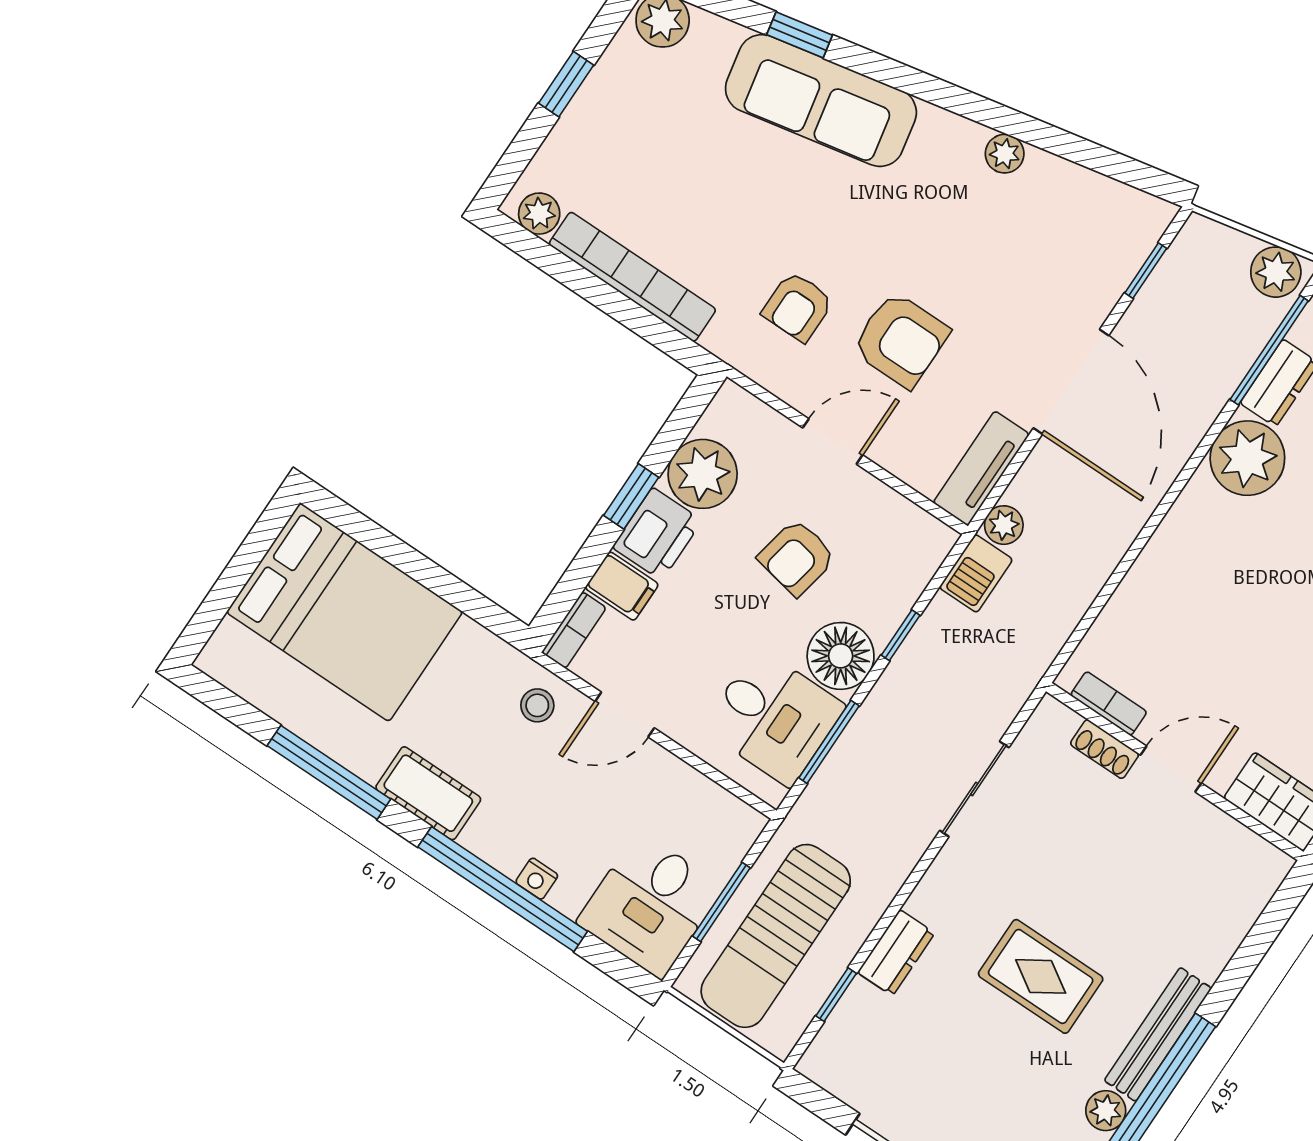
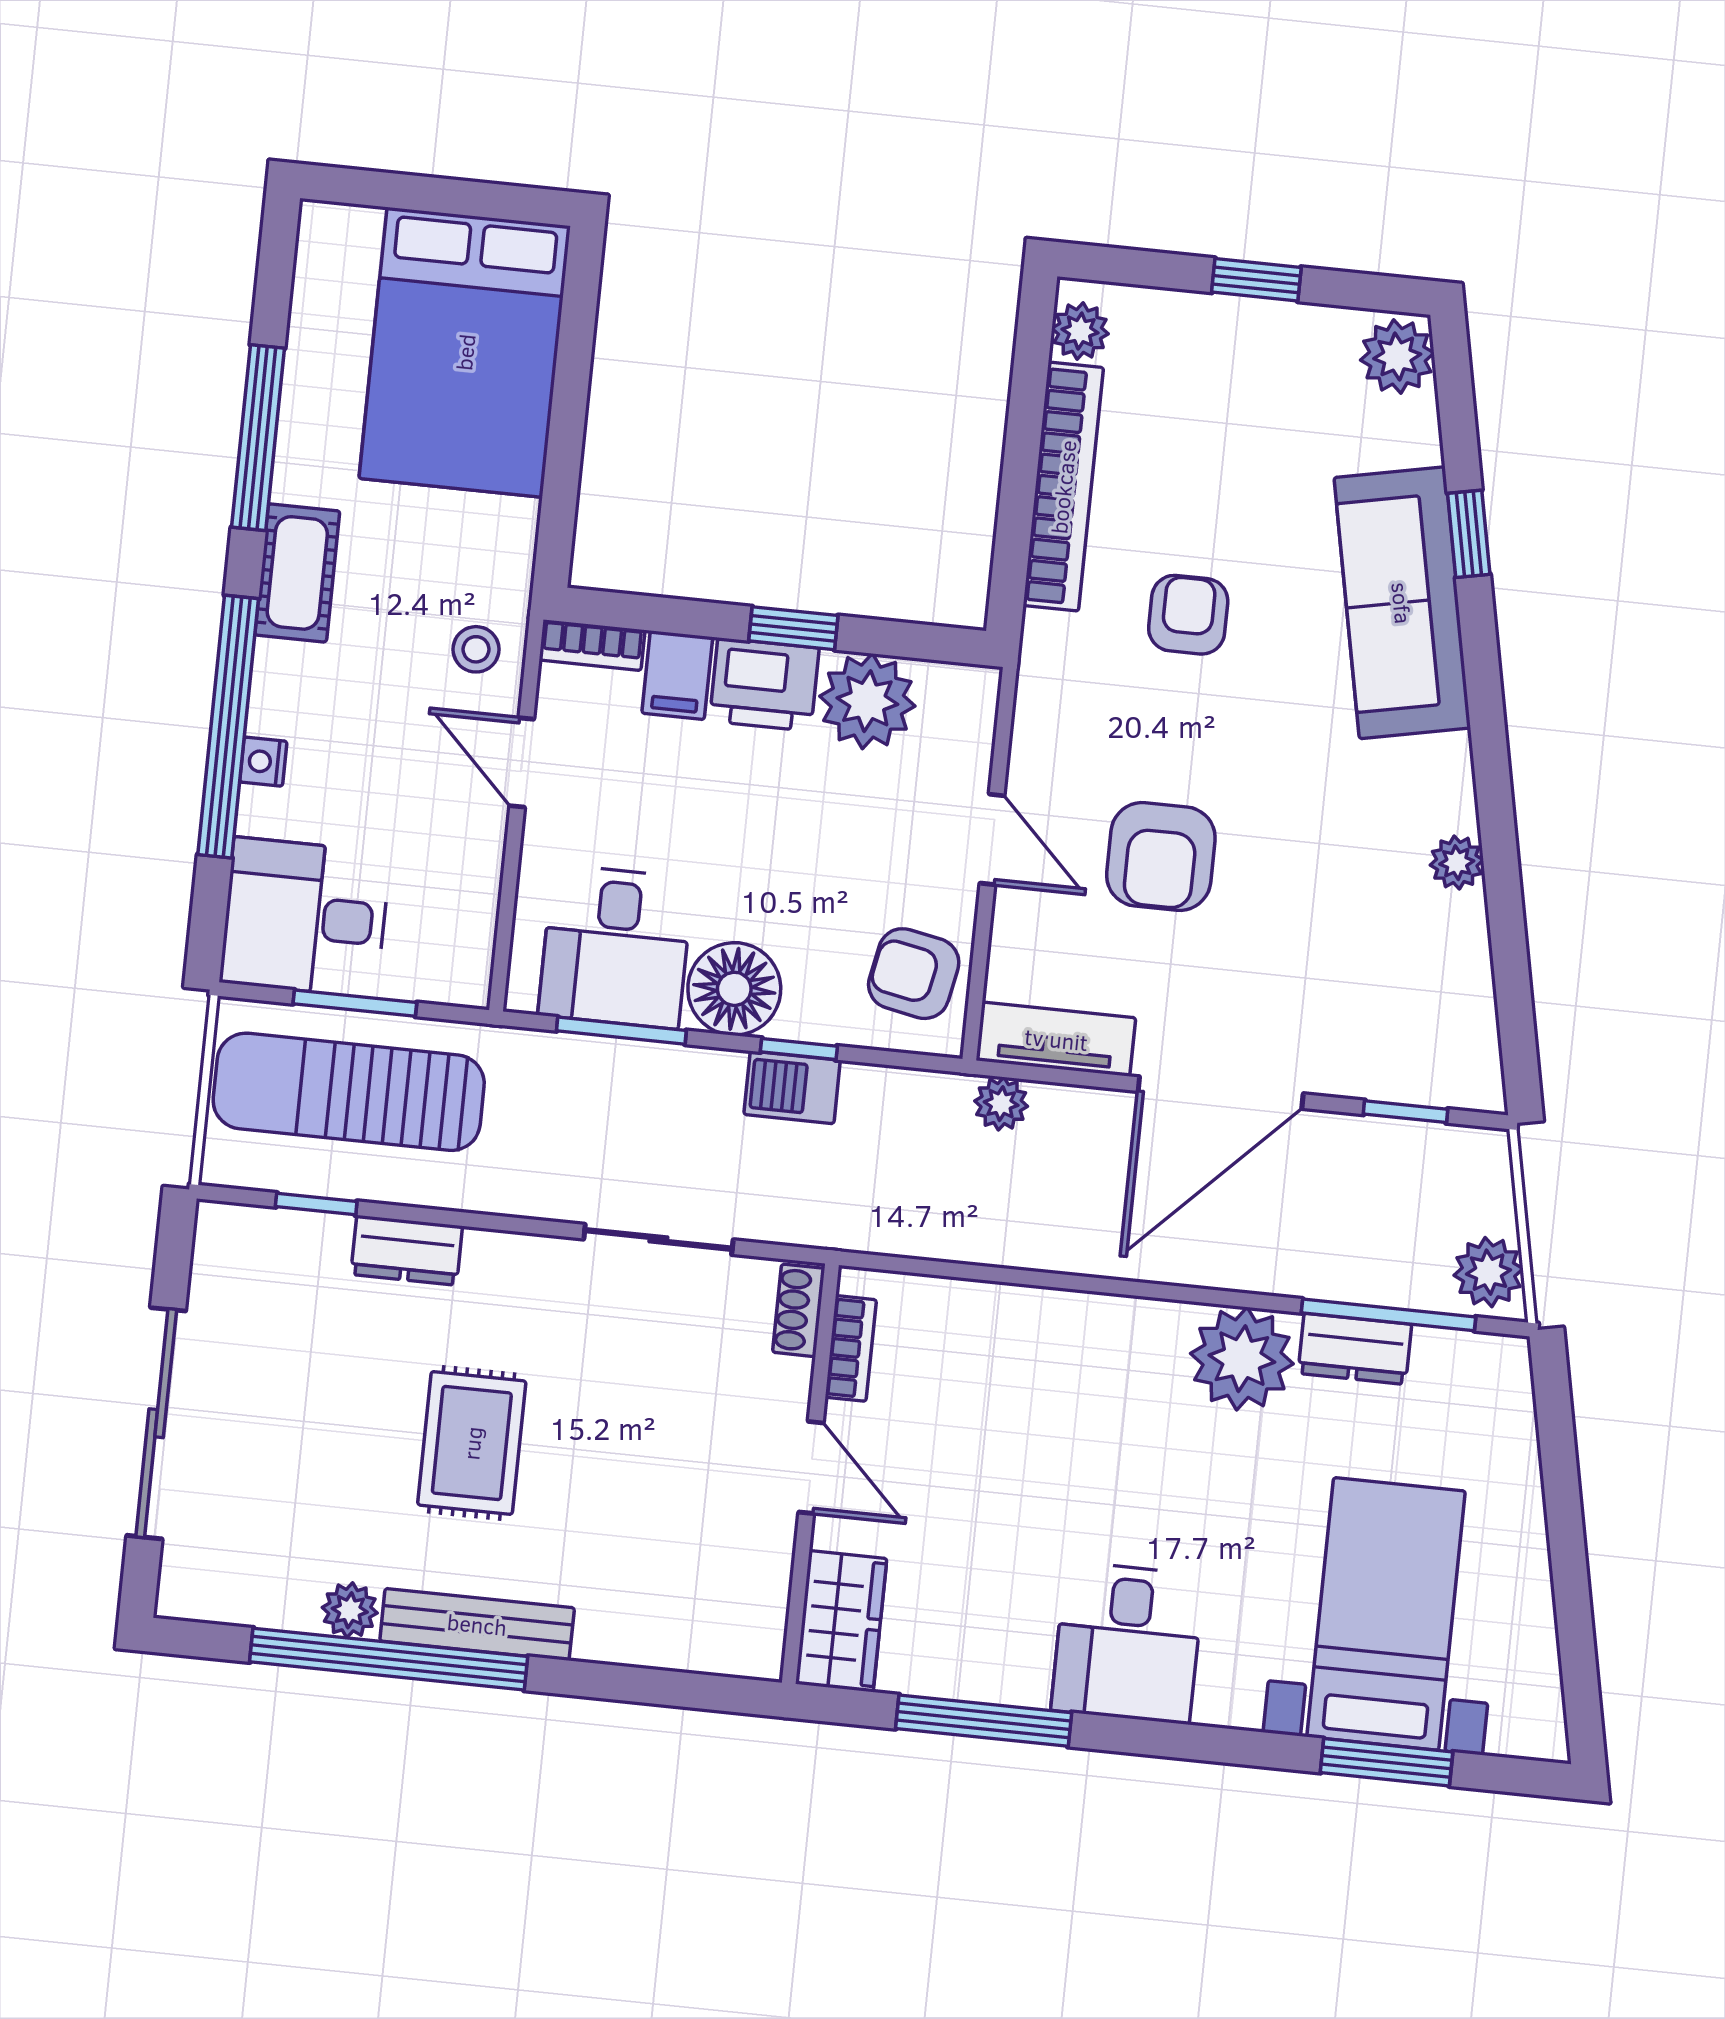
armchair: (798, 307) -> (1188, 615), moved, turned 90
armchair: (797, 557) -> (914, 974), moved
barbecue: (976, 573) -> (792, 1087), moved
shoe rack: (1105, 749) -> (799, 1310), moved

